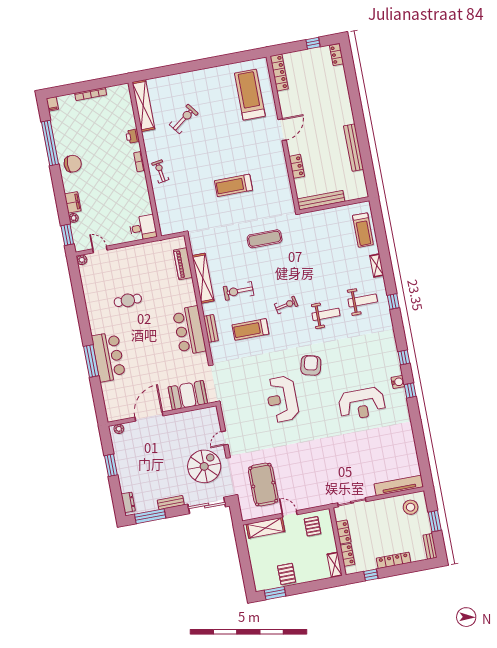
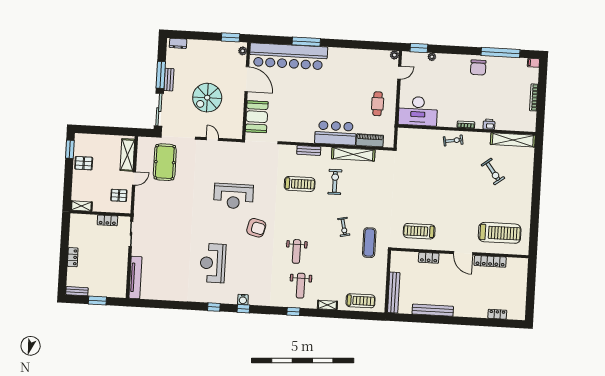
window: (313, 43) -> (530, 298), removed
locker: (337, 55) -> (497, 314), moved
locker: (279, 73) -> (490, 261), moved
treadmill: (233, 185) -> (419, 231), moved, turned -90
bench: (321, 200) -> (394, 293), moved
filing cabinet: (73, 202) -> (445, 59), removed
desk: (143, 228) -> (418, 111), width x1.87, depth x1.30
treadmill: (363, 230) -> (361, 301), turned 180
exercise mat: (265, 239) -> (369, 243), moved
cafe table: (128, 300) -> (378, 104), moved
exercise bike: (286, 305) -> (344, 227), moved
treadmill: (250, 329) -> (300, 184), turned 90
bar counter: (189, 331) -> (335, 133), moved
bar counter: (109, 357) -> (288, 56), width x1.86
water cooler: (398, 382) -> (243, 299), moved
reception desk: (282, 399) -> (234, 196), turned 180
window: (111, 465) -> (230, 37), moved
spiral stairs: (204, 466) -> (207, 98), moved, turned 90
pool table: (263, 485) -> (165, 162), turned 90
stool: (411, 507) -> (114, 283), removed
window: (150, 516) -> (161, 75), moved
locker: (347, 555) -> (87, 219), removed
locker: (394, 560) -> (73, 257), width x0.66
window: (371, 575) -> (65, 235), removed

